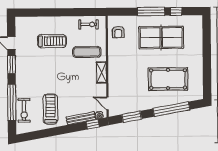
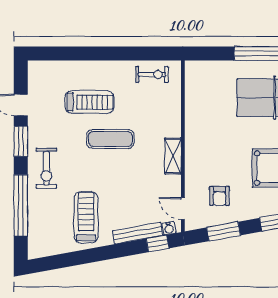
armchair: (118, 32) -> (220, 196), moved
exercise mat: (87, 52) -> (110, 139), moved
exercise bike: (24, 110) -> (46, 168), moved

